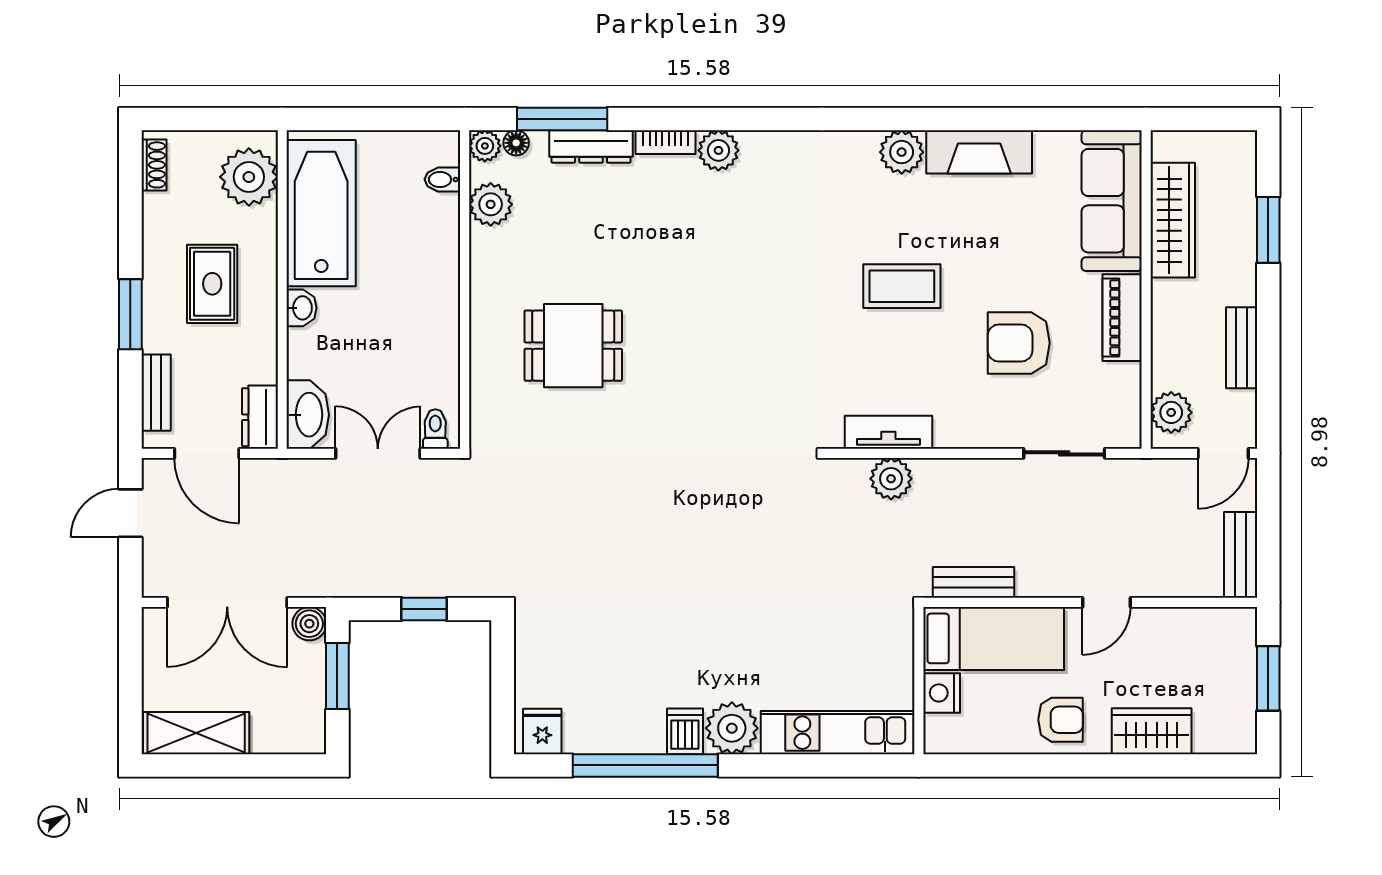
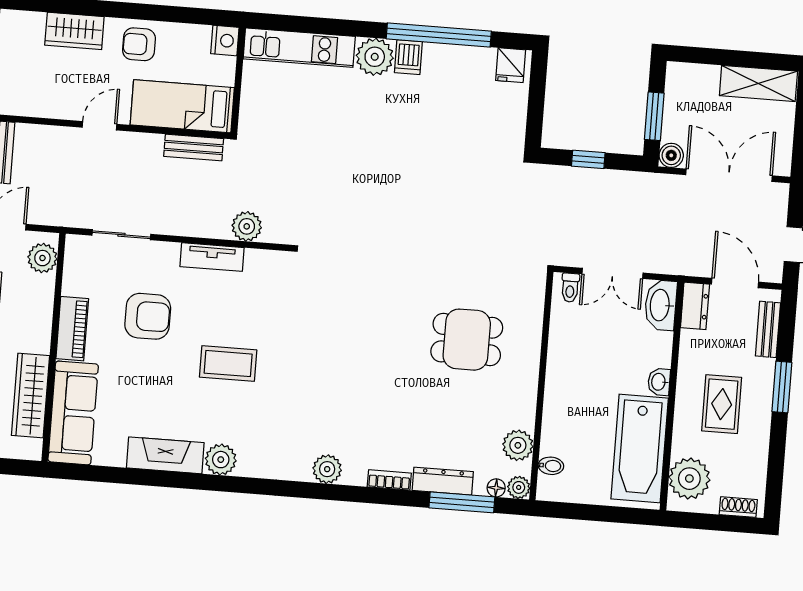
plant: (718, 150) -> (327, 469), moved
shoe rack: (154, 165) -> (738, 507), moved, turned 90
tv unit: (888, 432) -> (212, 257), moved
nightstand: (942, 693) -> (225, 41), moved

